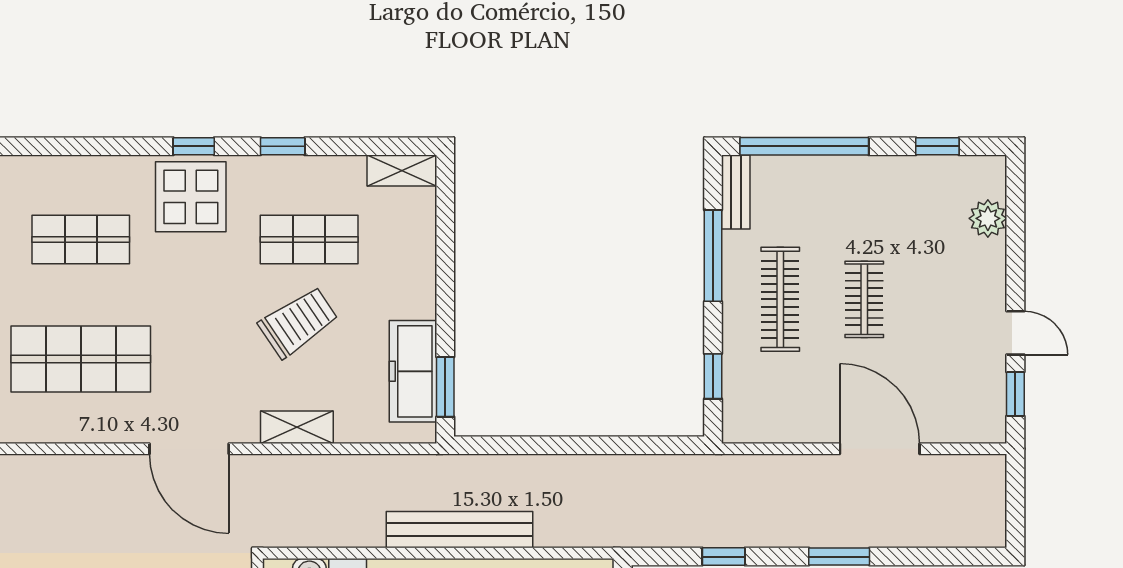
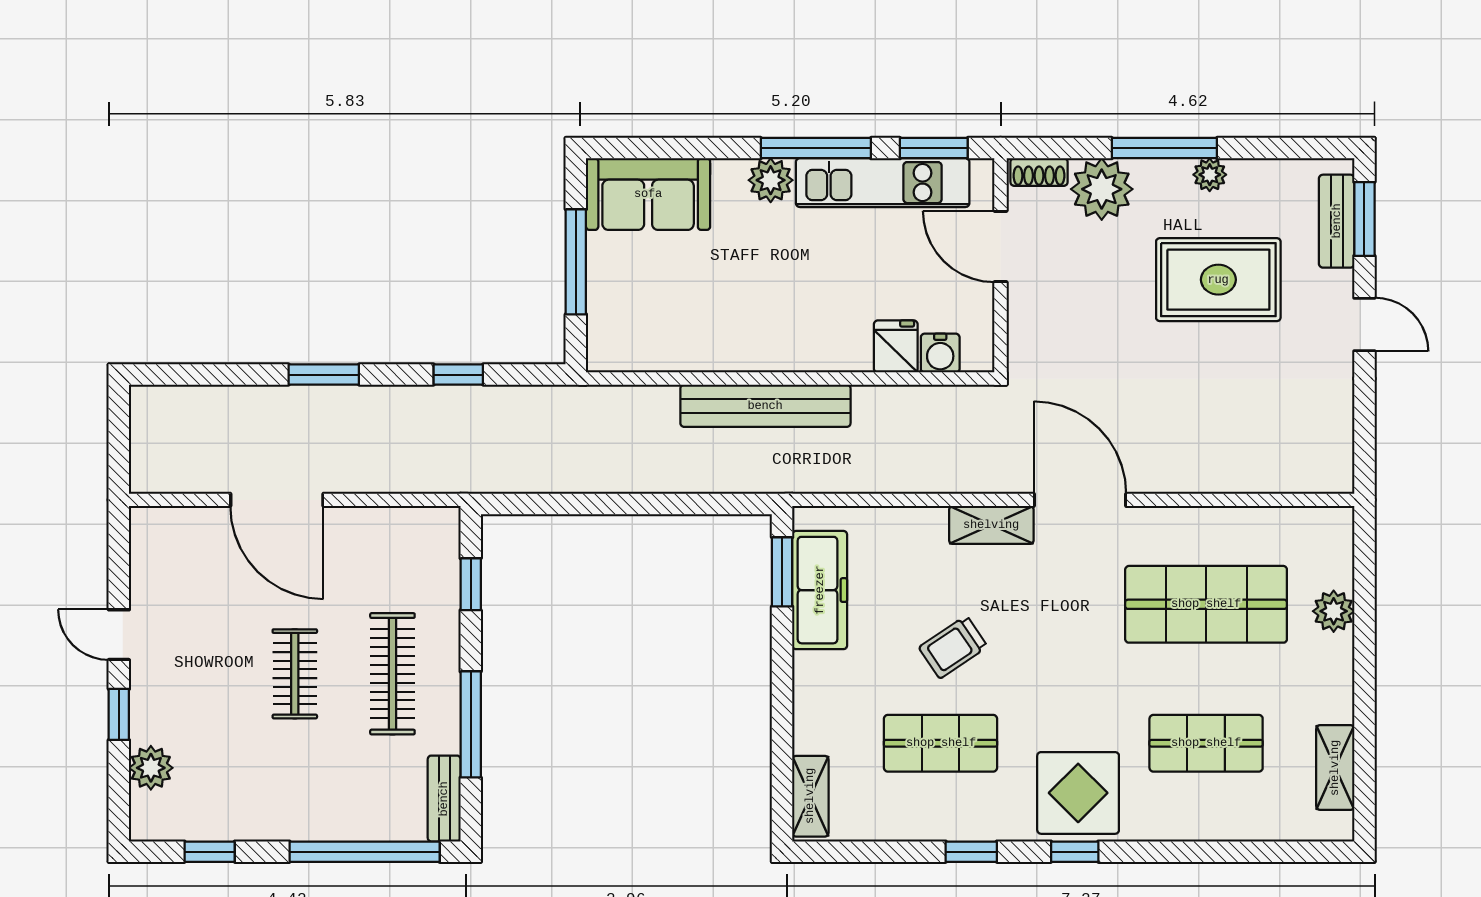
shelving: (402, 171) -> (810, 796), moved, turned 90
trolley: (298, 322) -> (953, 647), width x0.73, depth x0.72
window: (1015, 394) -> (119, 714), moved
shelving: (297, 427) -> (991, 525), moved

